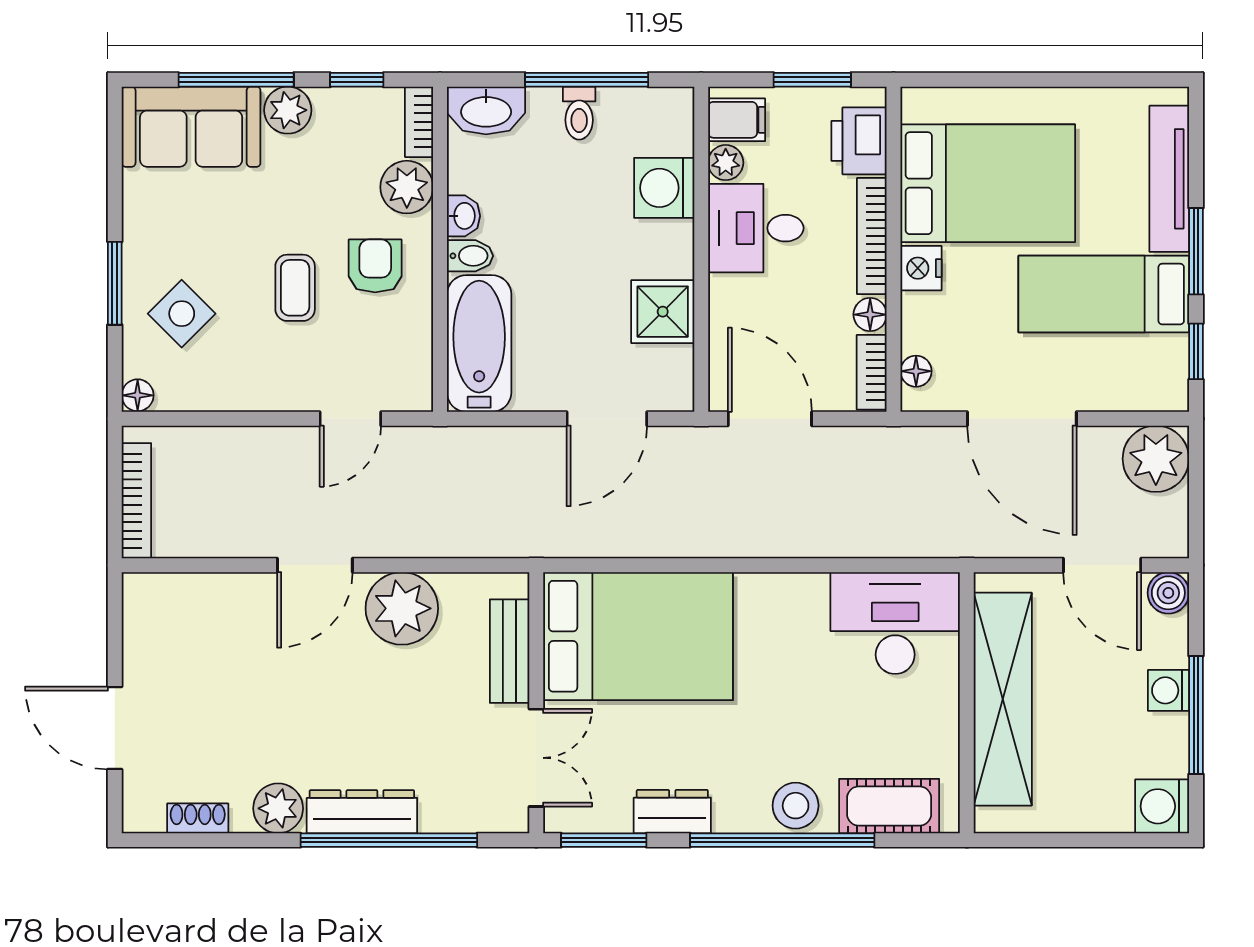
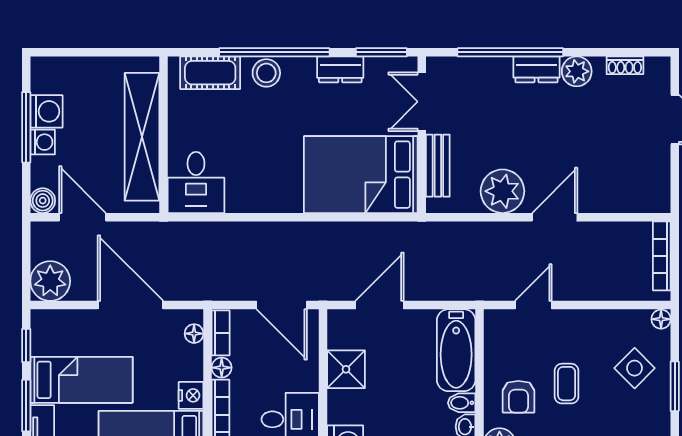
desk: (895, 623) -> (196, 182), width x0.73
washing machine: (1162, 806) -> (46, 111), moved
dresser: (362, 812) -> (537, 69), width x0.70

